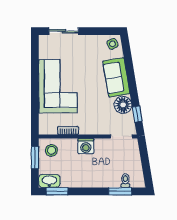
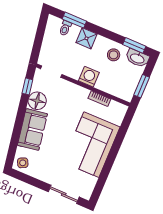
stool: (51, 150) -> (114, 55), moved
shower: (102, 180) -> (86, 38), added

